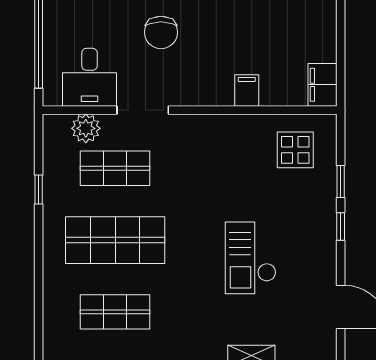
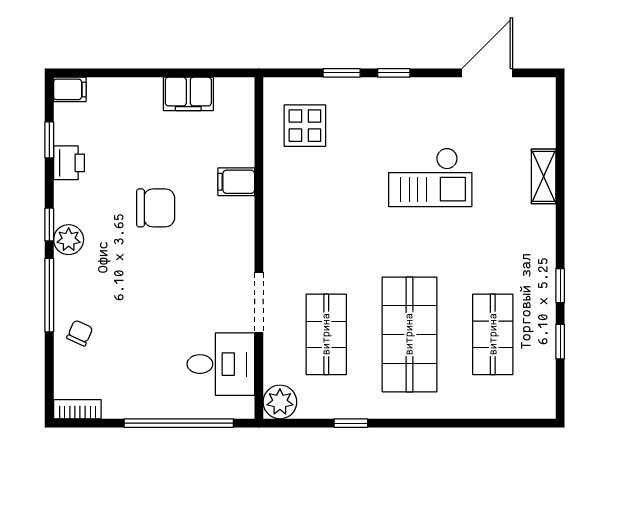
chair: (161, 32) -> (156, 208), moved
filing cabinet: (323, 85) -> (188, 94), moved
plant: (86, 128) -> (280, 402), moved

